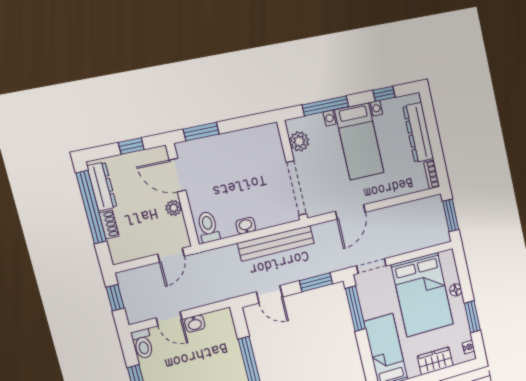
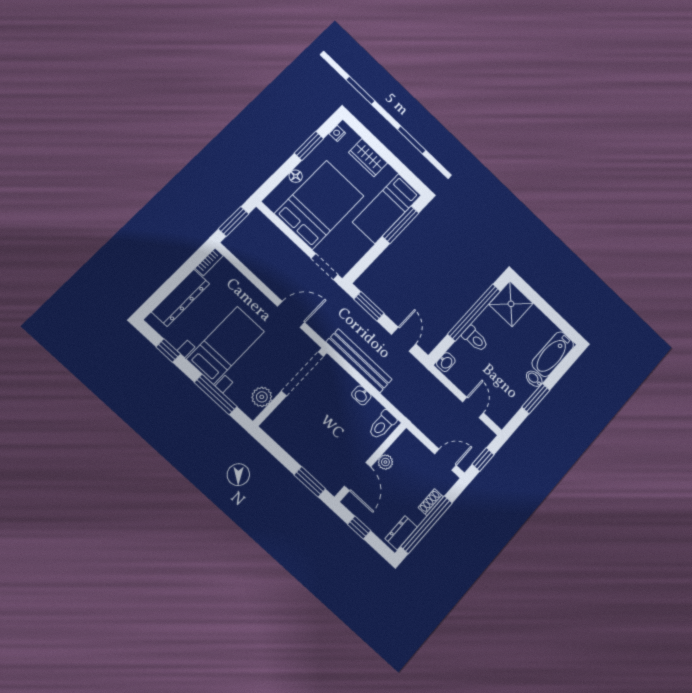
dresser: (102, 186) -> (401, 533), width x0.70
door: (171, 255) -> (445, 460), moved
window: (355, 309) -> (401, 225), moved
washbasin: (195, 324) -> (446, 362), moved, turned 90
toilet: (143, 344) -> (475, 339), moved, turned 90

